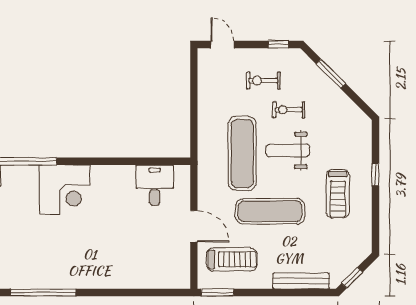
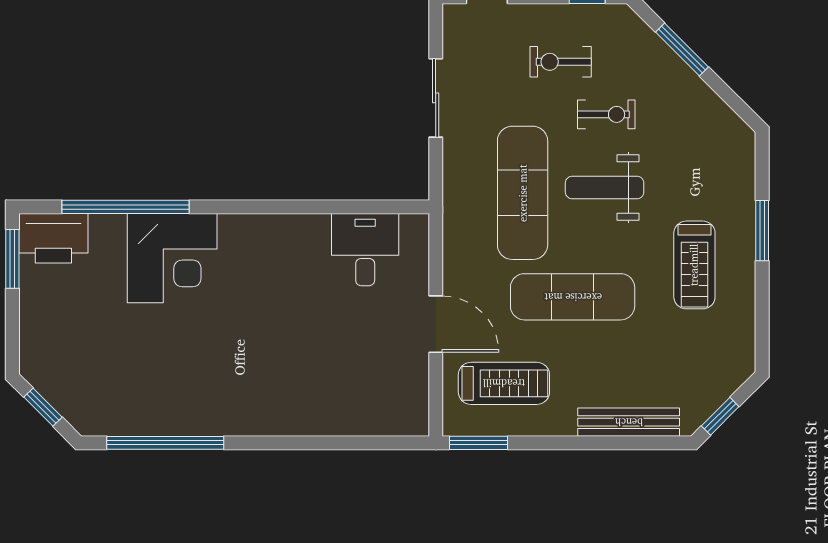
sliding door: (194, 101) -> (436, 98), added
exercise bike: (289, 110) -> (606, 114), turned 180
window: (375, 174) -> (762, 231), width x1.50
corner desk: (65, 190) -> (172, 258), moved

